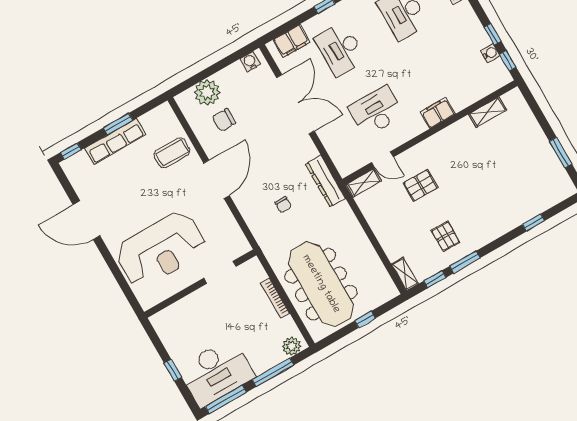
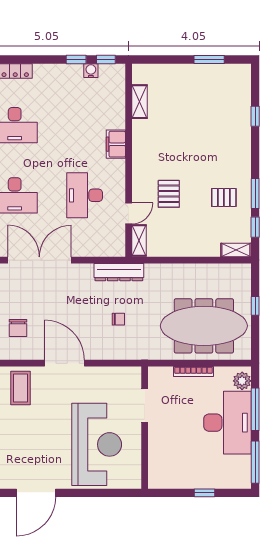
desk: (216, 372) -> (227, 423), moved

